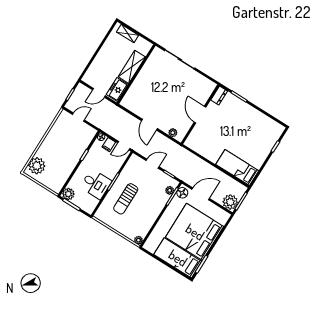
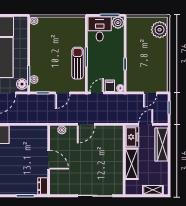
wardrobe: (96, 68) -> (161, 144), added
door: (149, 125) -> (86, 124), swing flipped
desk: (96, 184) -> (100, 29), moved, turned 90
sun lounger: (126, 199) -> (78, 63), moved

